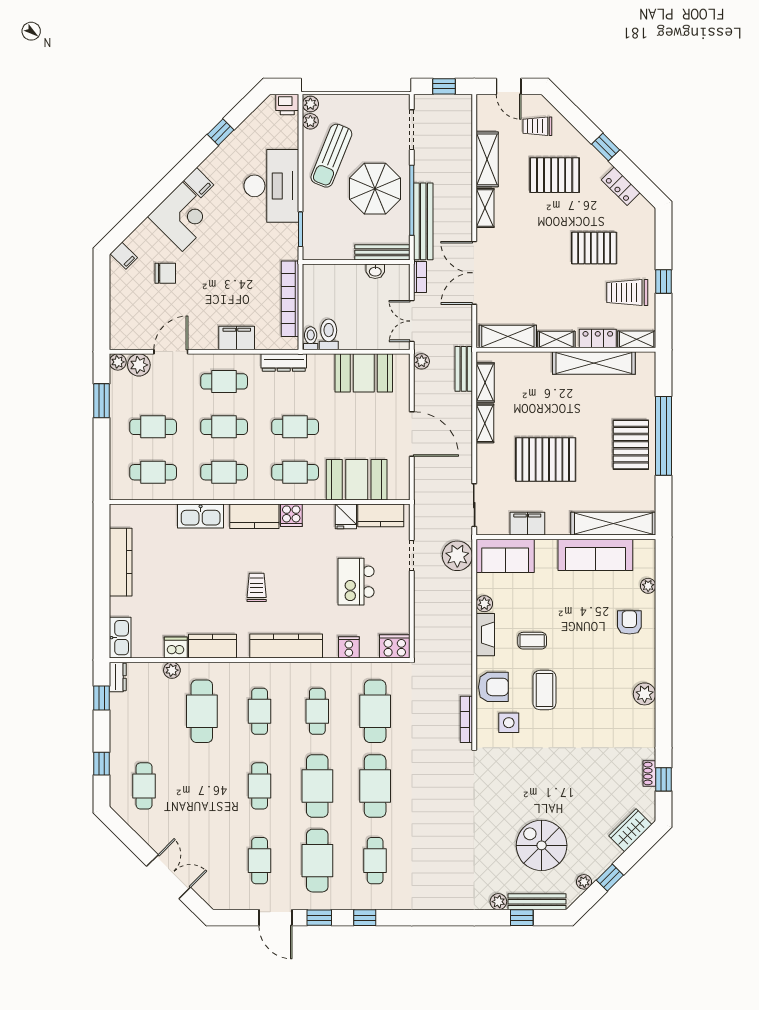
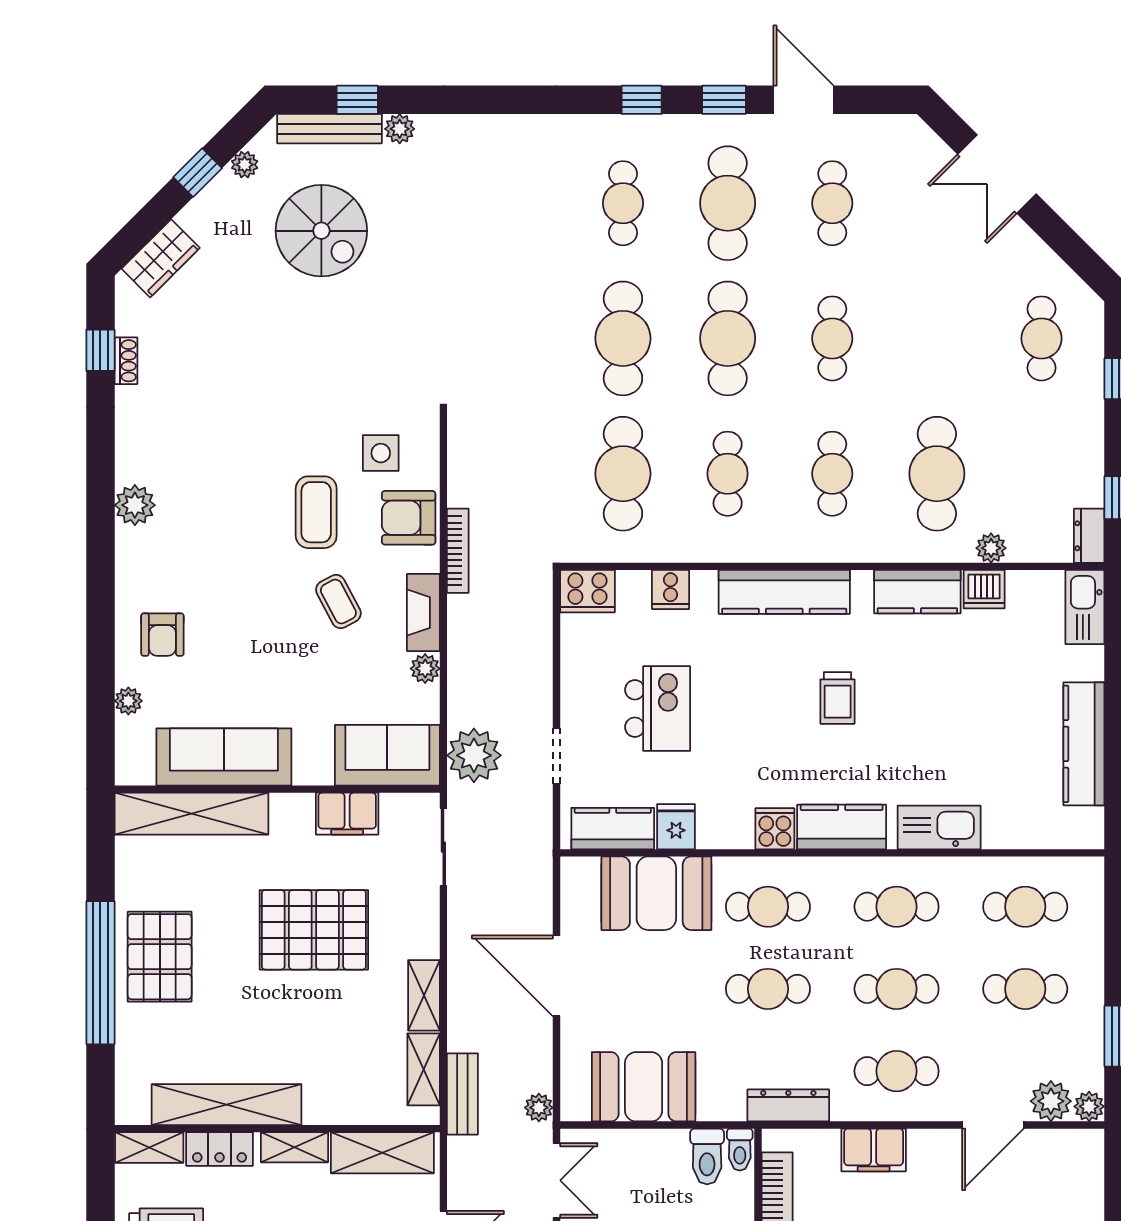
coffee table: (532, 641) -> (338, 602), turned 62
bookcase: (466, 719) -> (458, 551), moved

